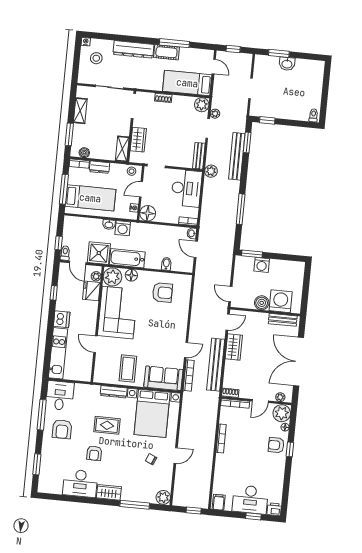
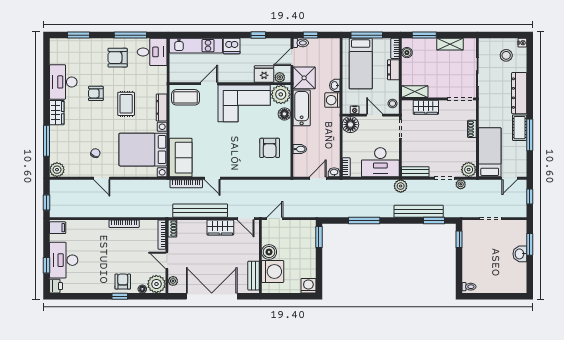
washing machine: (262, 265) -> (308, 286), moved, turned 90
coffee table: (128, 369) -> (186, 97), moved

